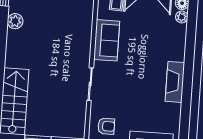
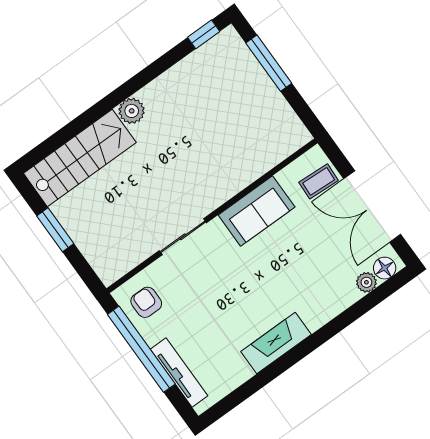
plant: (15, 21) -> (132, 111), moved
armchair: (106, 126) -> (146, 302), turned 180

